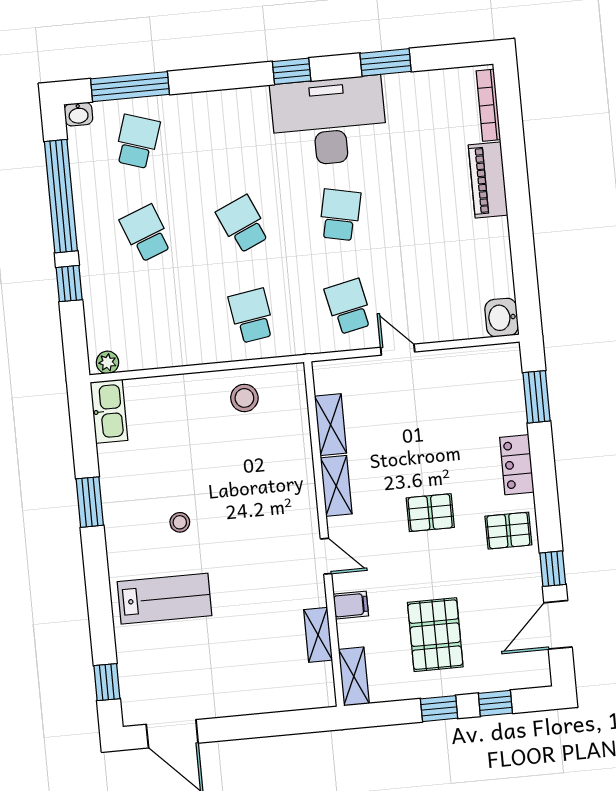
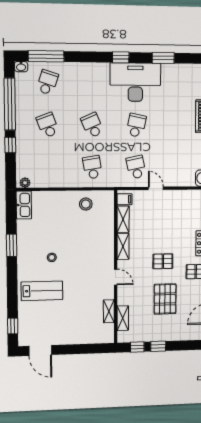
filing cabinet: (351, 605) -> (124, 199), moved
pallet: (435, 635) -> (165, 299), moved
shelving: (354, 676) -> (123, 318), moved
window: (495, 703) -> (137, 347), moved

